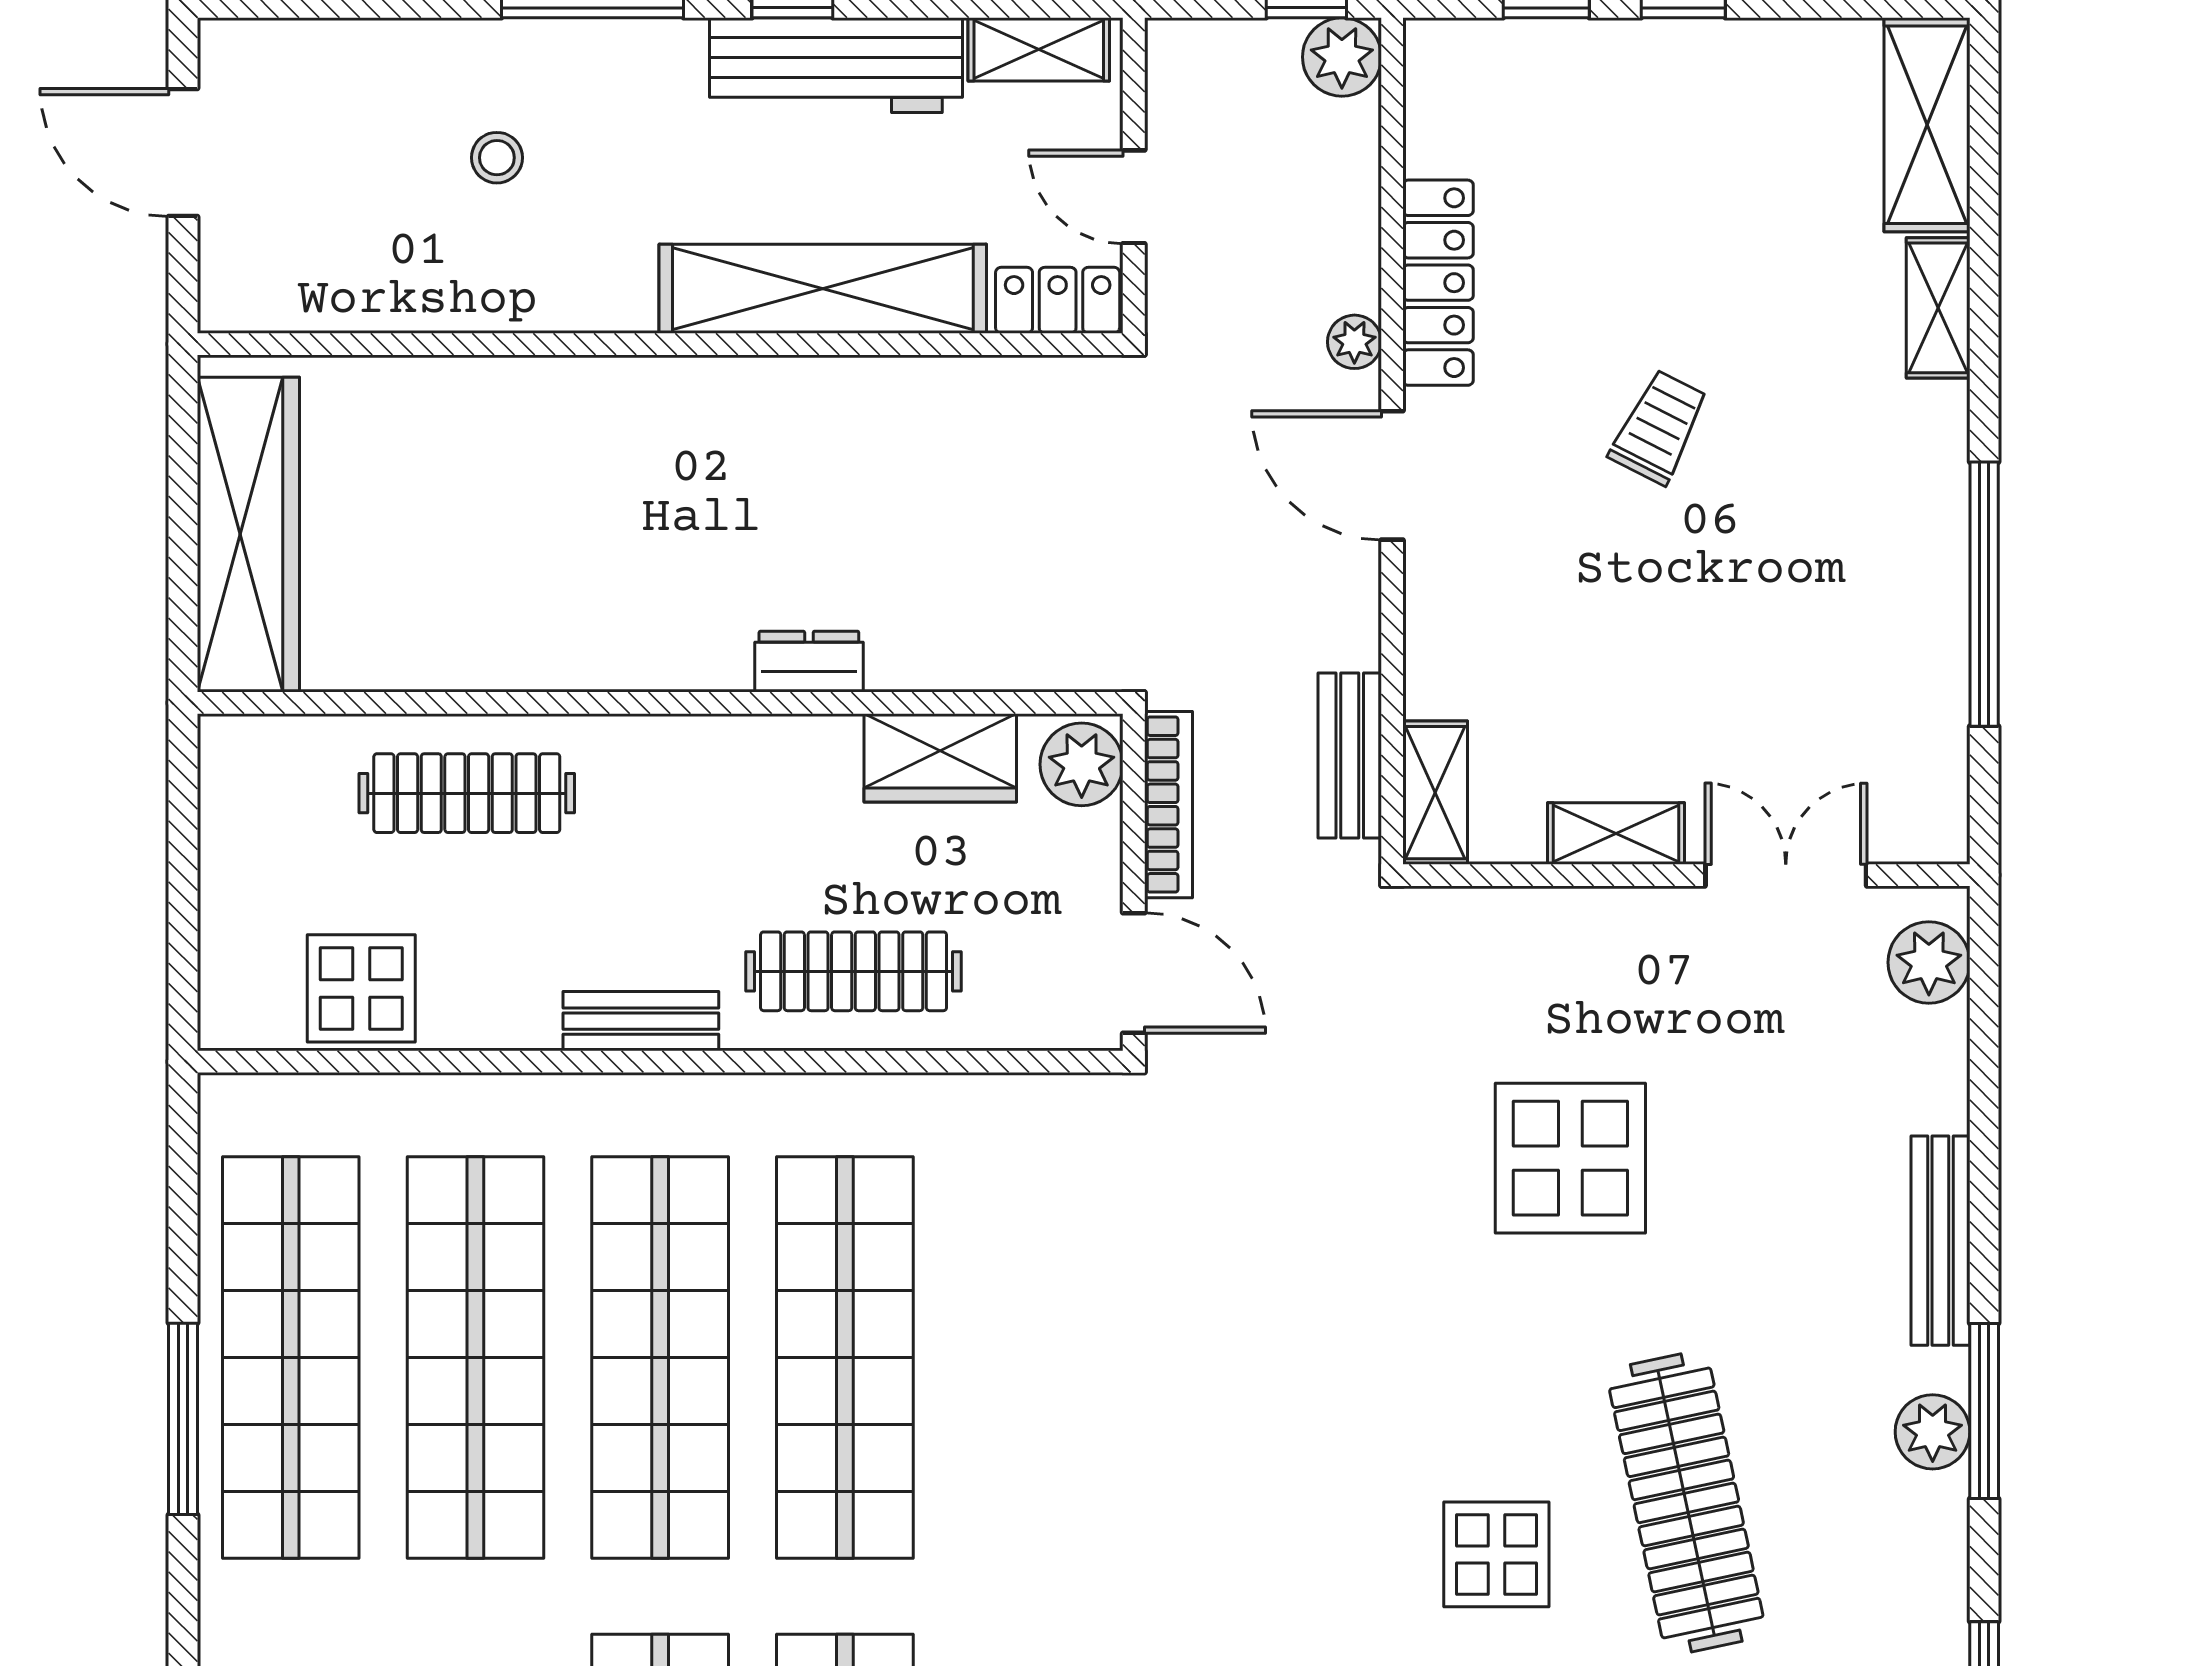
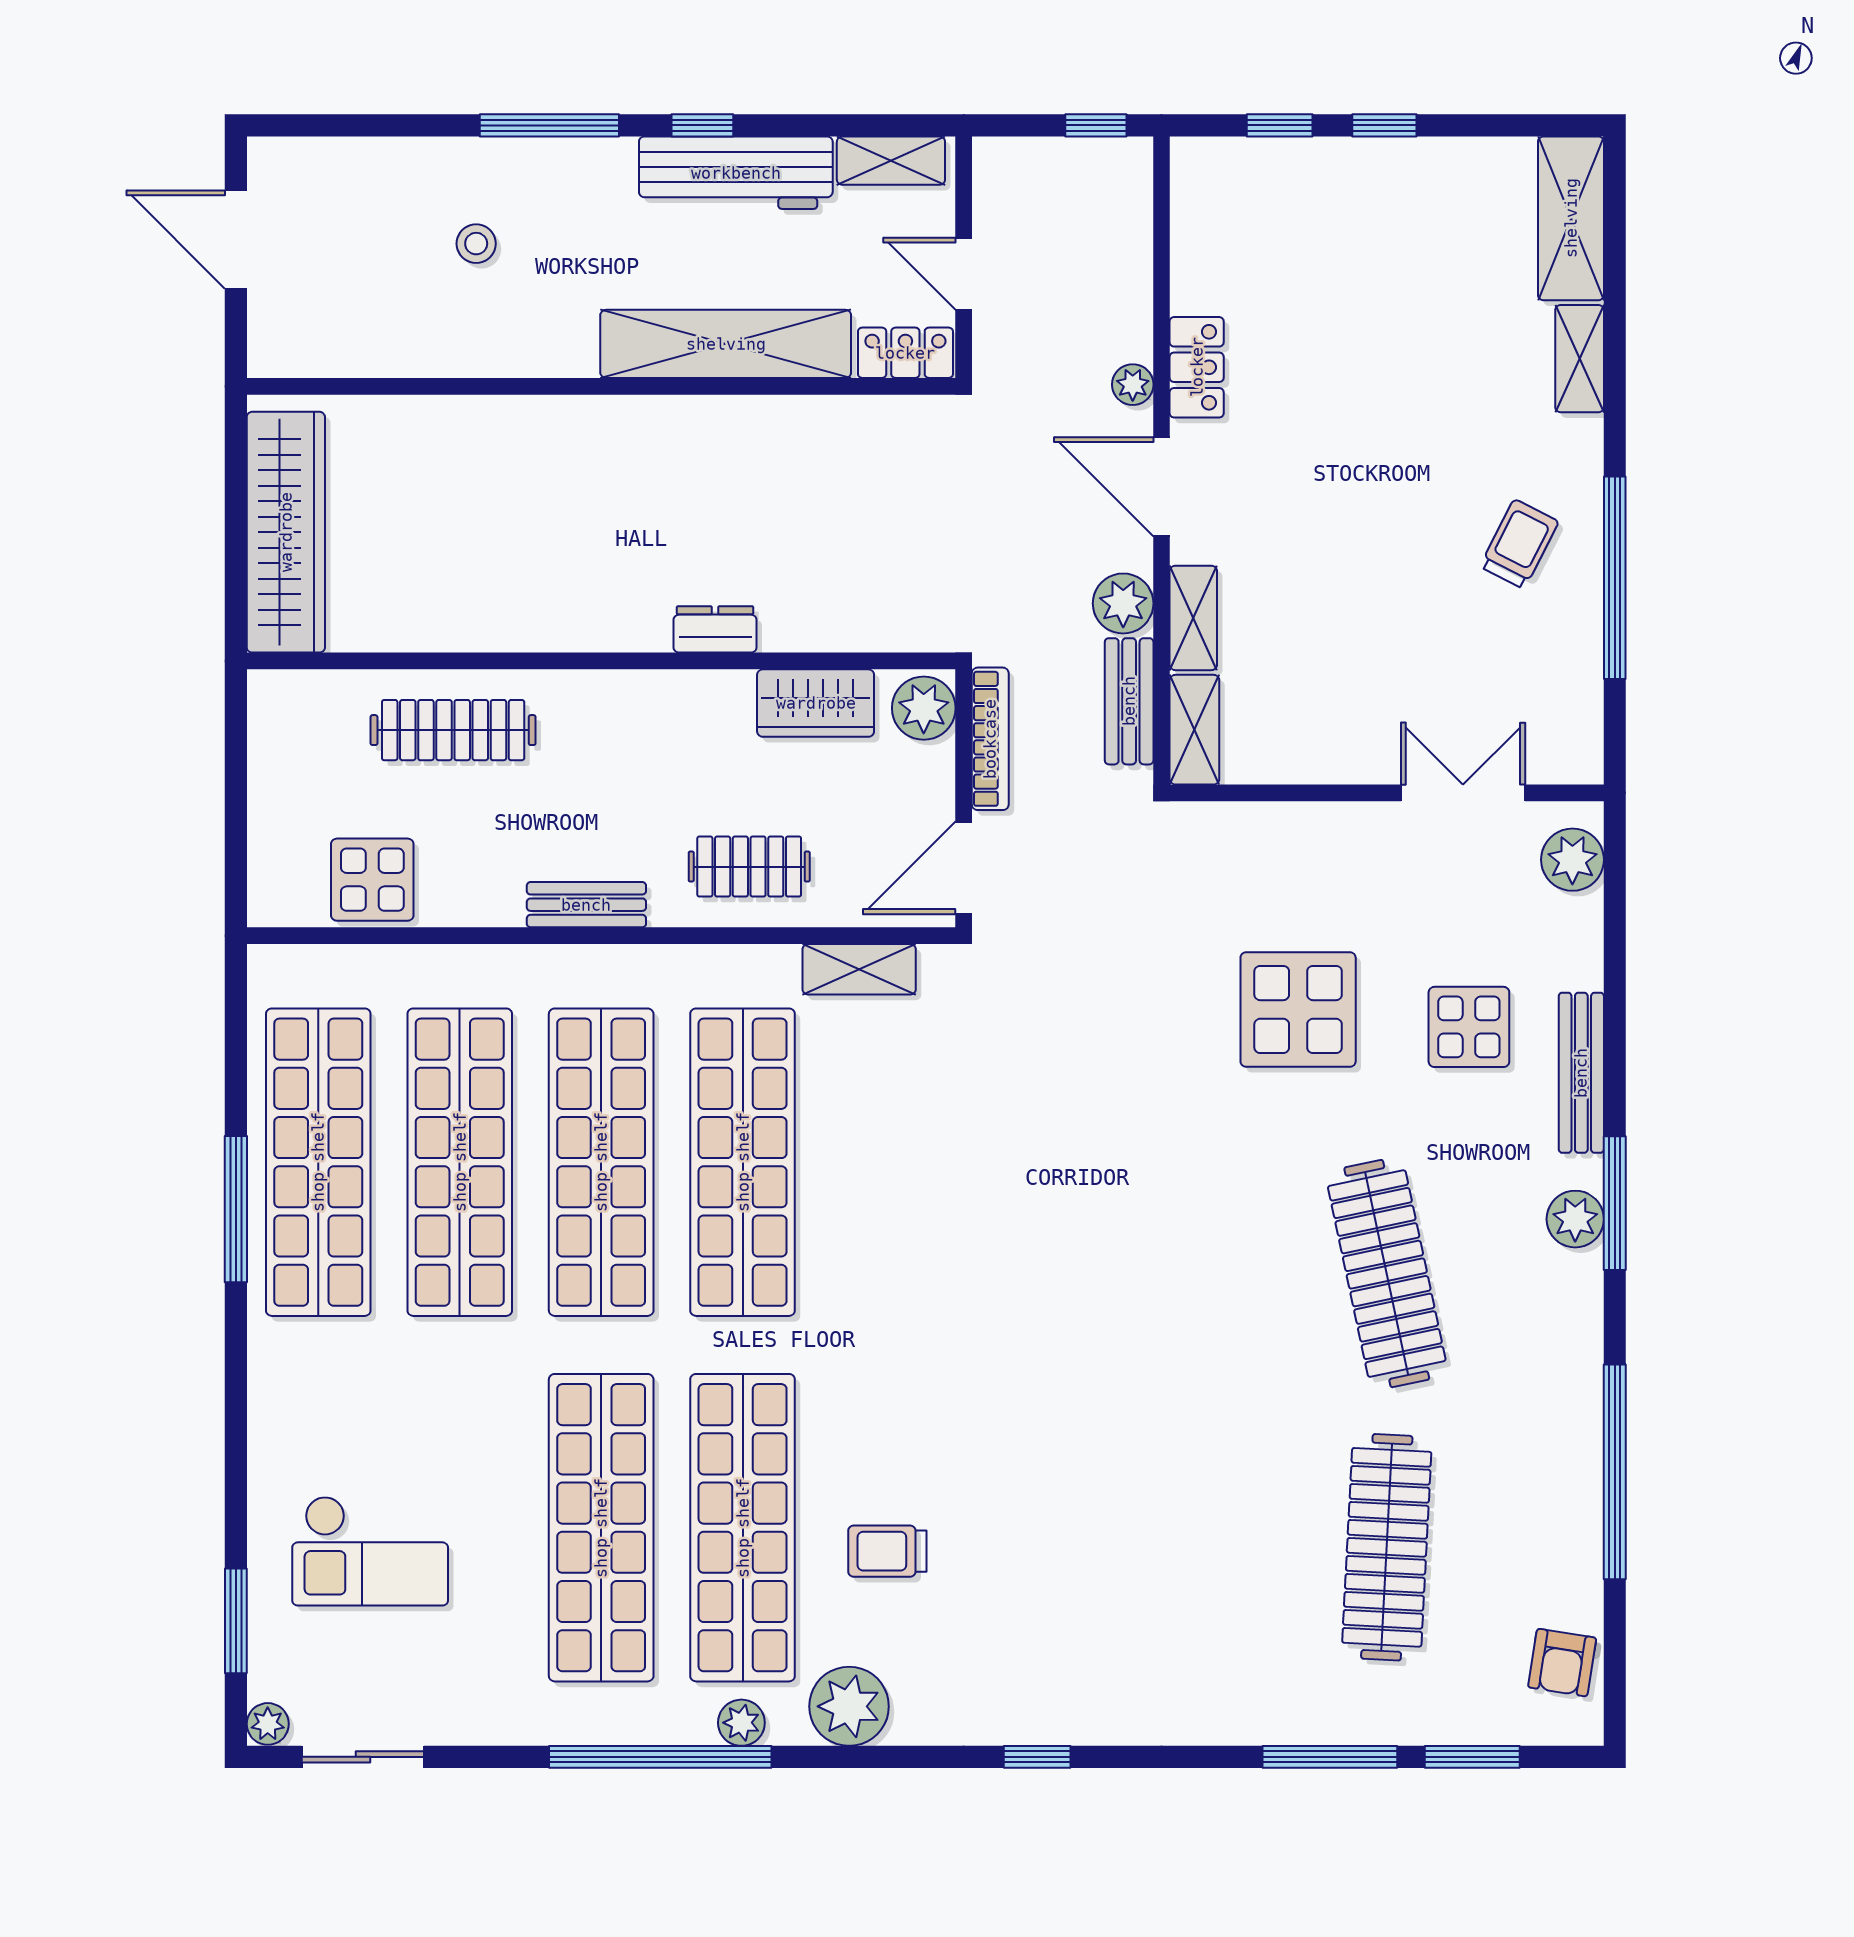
plant: (1342, 57) -> (1123, 603), moved
locker: (1438, 283) -> (1197, 367), width x0.66
trolley: (1659, 427) -> (1519, 544), moved
shelving: (1616, 834) -> (1193, 618), moved, turned 90
clothes rail: (854, 971) -> (749, 867), width x0.73
door: (1134, 973) -> (964, 868), swing flipped
shelving: (997, 1106) -> (859, 969), added
display table: (1496, 1554) -> (1469, 1027), moved

